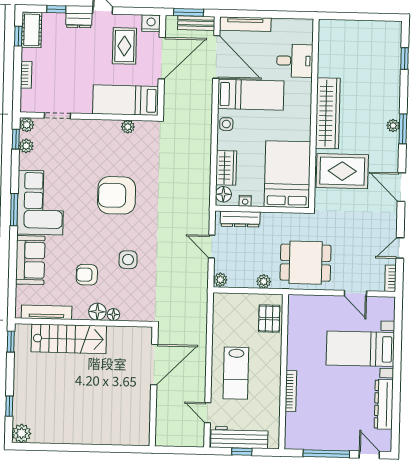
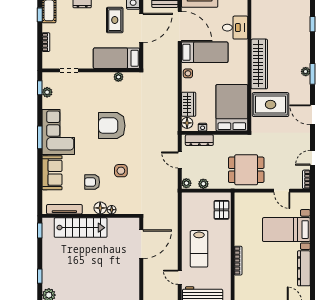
plant: (27, 125) -> (47, 77), removed
plant: (264, 281) -> (203, 184), moved

